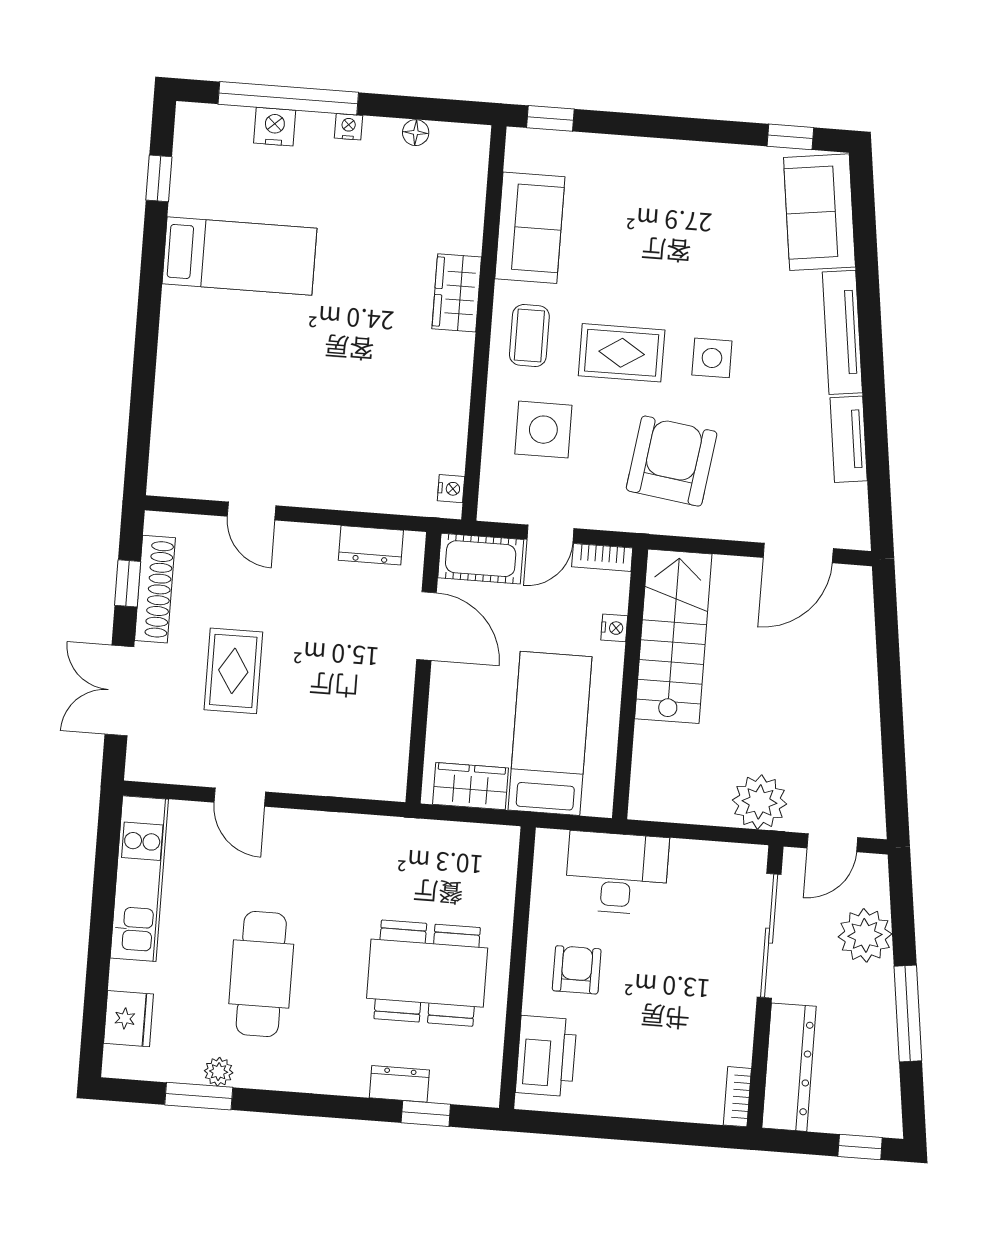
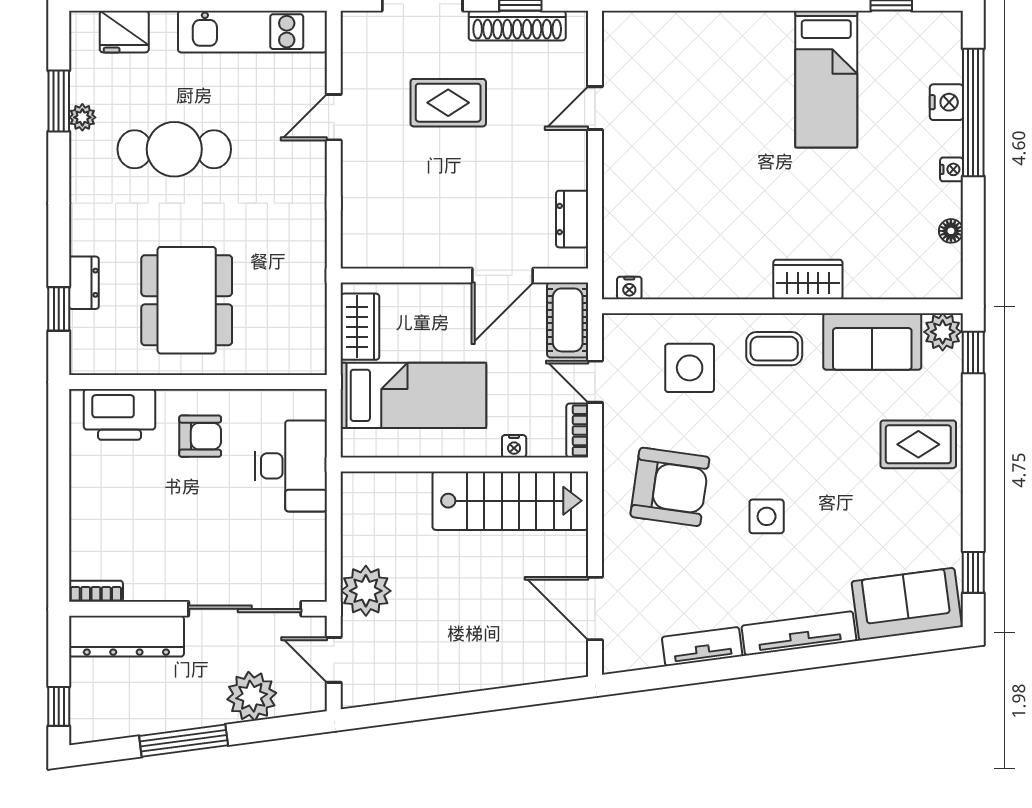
plant: (525, 150) -> (943, 332), added
rug: (622, 353) -> (918, 444), moved, turned 90

